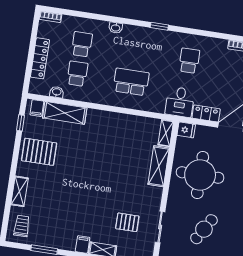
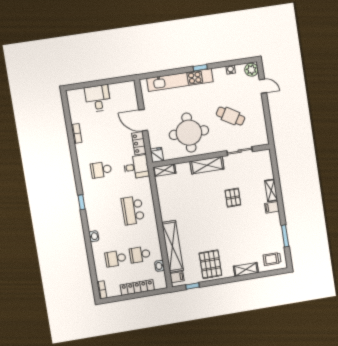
shelving: (65, 113) -> (173, 246), width x1.47
shelving: (159, 166) -> (207, 165), moved
pallet: (127, 222) -> (233, 198), moved

